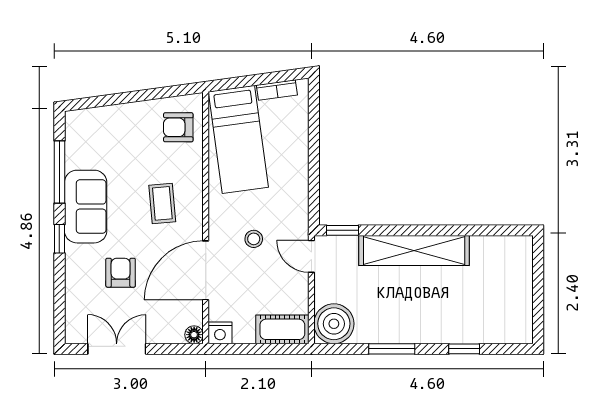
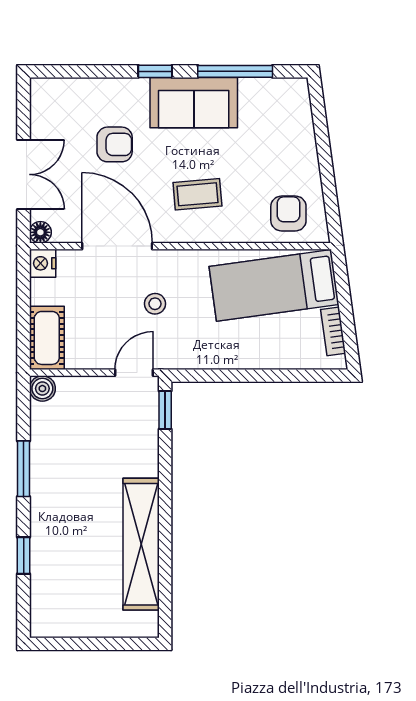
shelving: (414, 250) -> (141, 544), moved
boiler: (334, 324) -> (42, 389), width x0.54, depth x0.54
double door: (117, 349) -> (24, 174), moved

